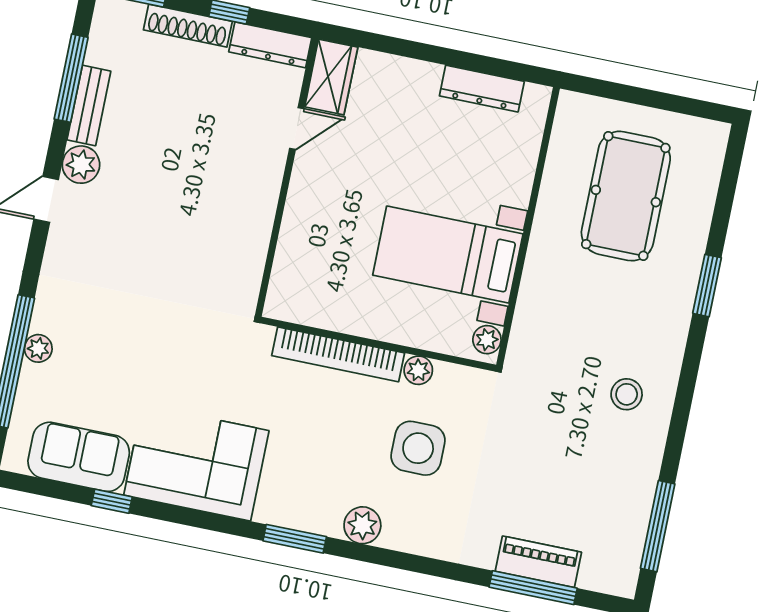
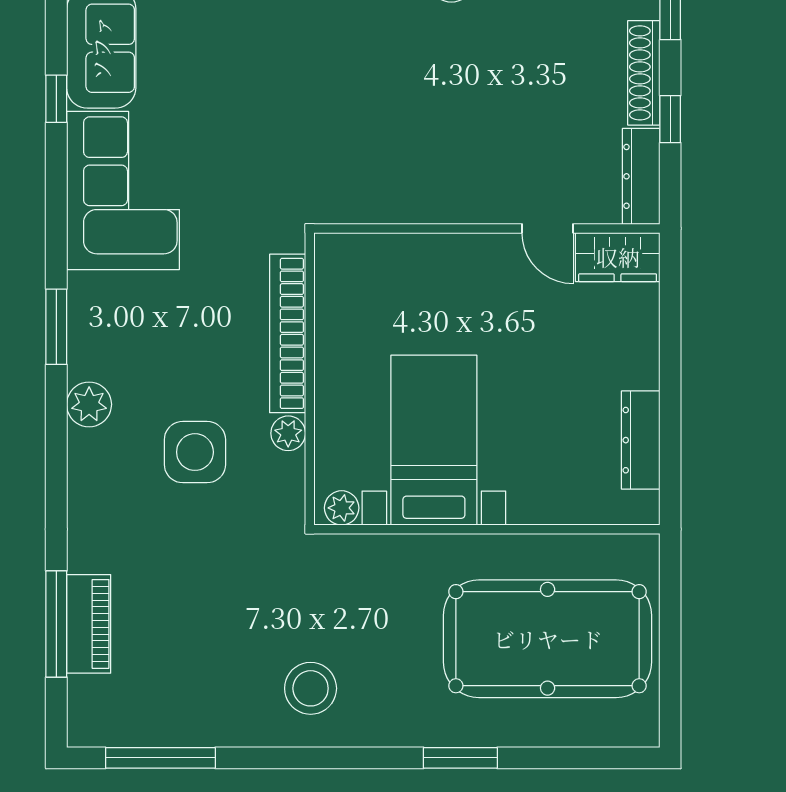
pool table: (626, 196) -> (548, 639), width x1.36, depth x1.32
stool: (627, 394) -> (311, 688), width x1.38, depth x1.38

